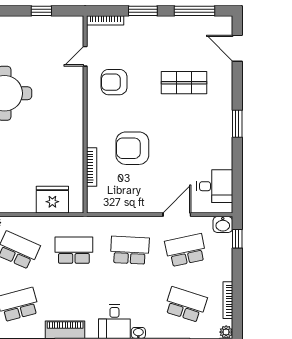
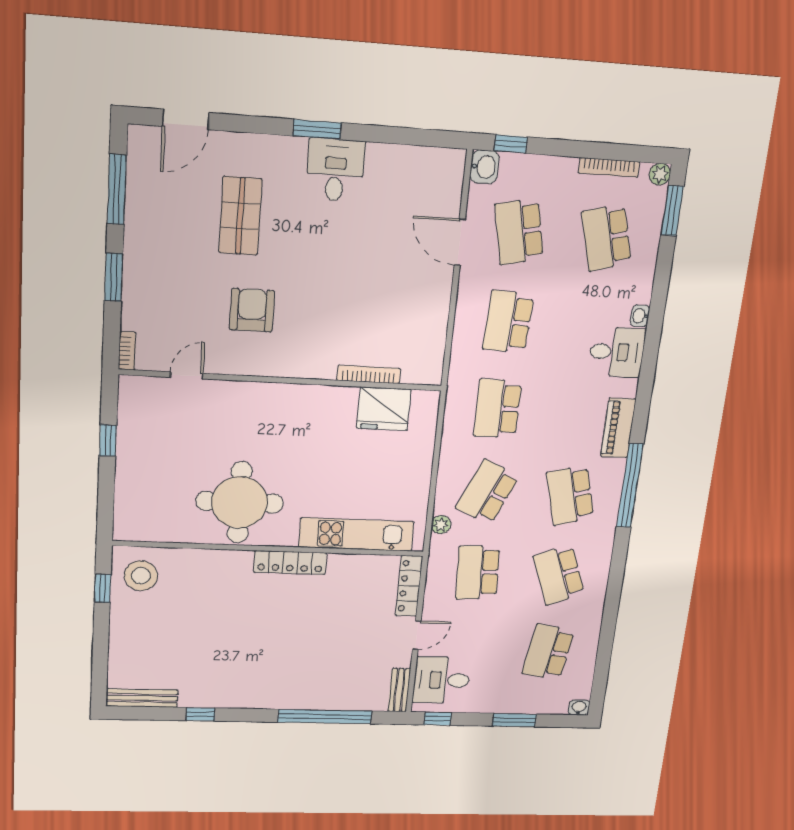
bookcase: (105, 20) -> (127, 351), width x0.64
door: (85, 56) -> (187, 375), swing flipped
armchair: (114, 82) -> (252, 310), moved, turned 180
armchair: (132, 148) -> (344, 308), removed
desk: (215, 186) -> (335, 170), moved
fridge: (52, 200) -> (384, 409), moved, turned -90
school desk: (186, 305) -> (606, 238), turned -33

